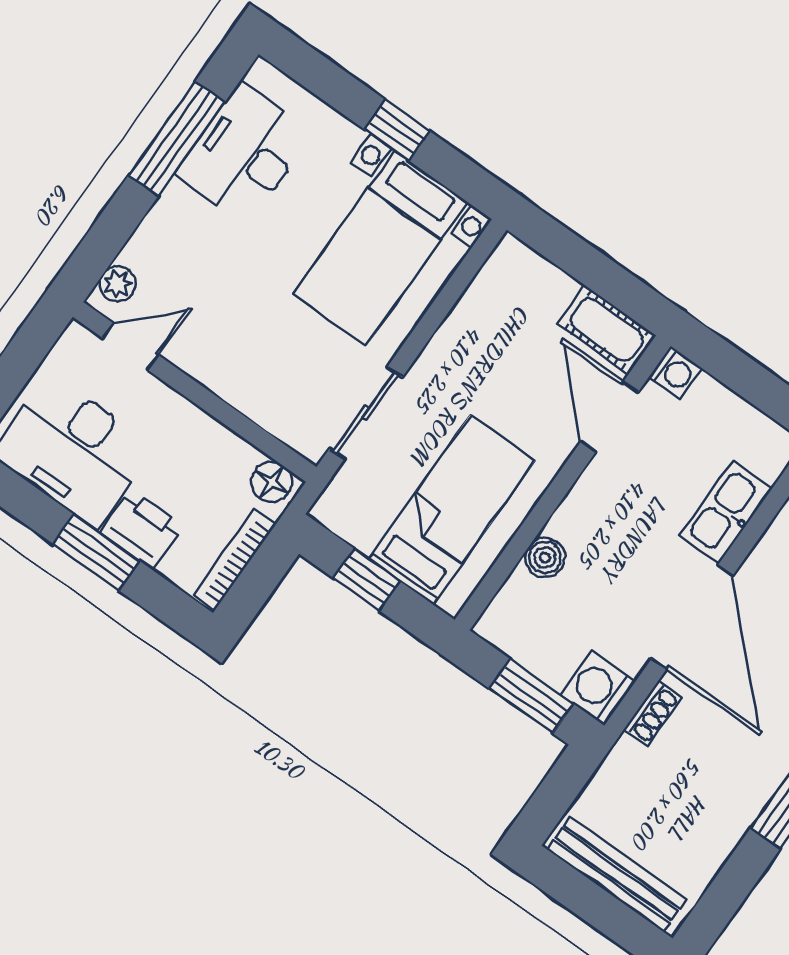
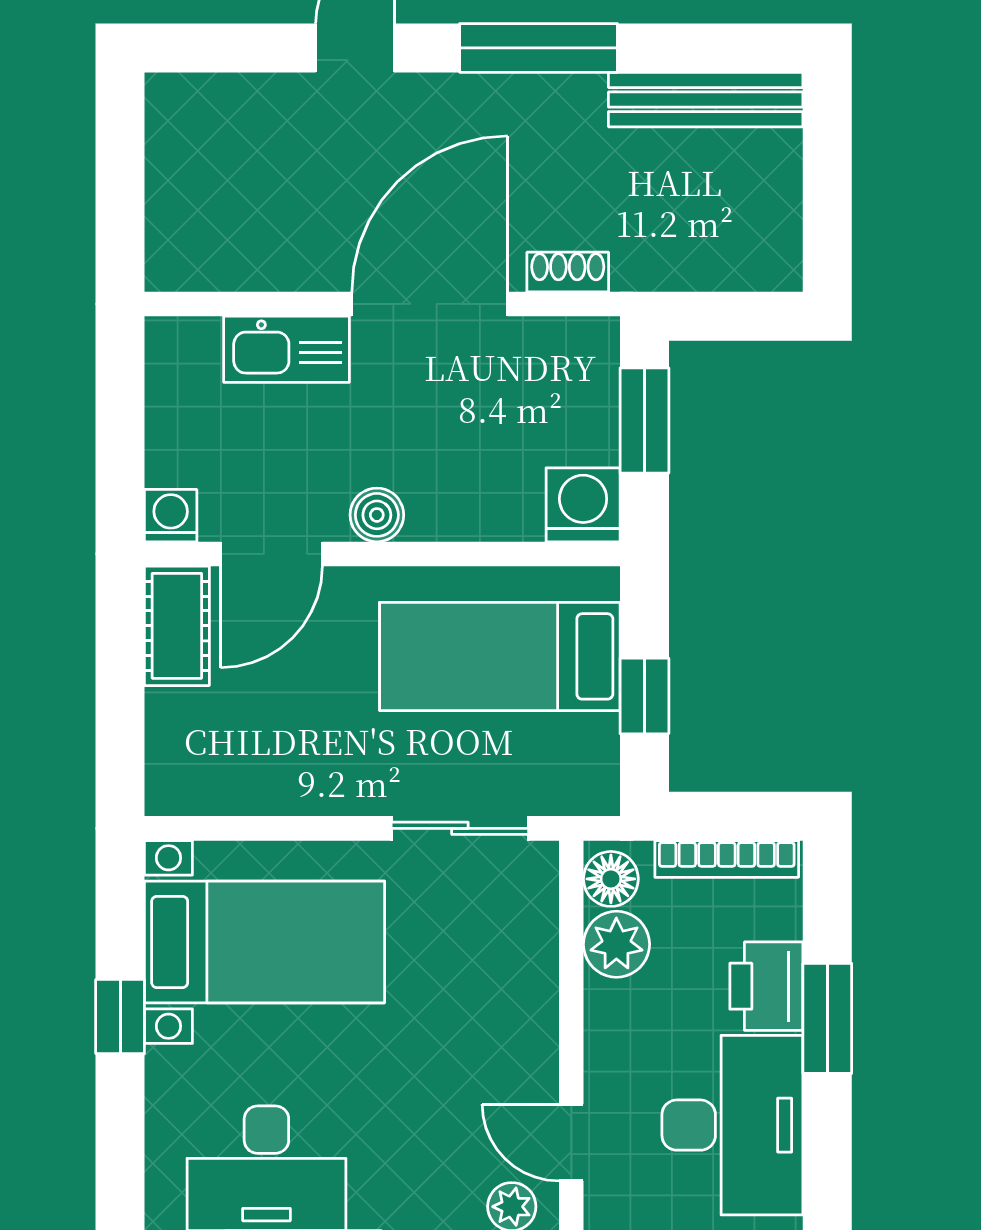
plant: (230, 458) -> (616, 944), added
boiler: (545, 557) -> (377, 515), moved
washing machine: (598, 688) -> (583, 505), moved, turned 180
bench: (617, 874) -> (706, 100), moved, turned 90

